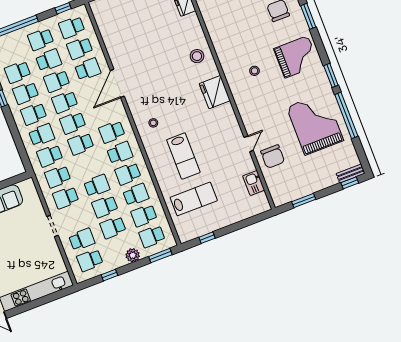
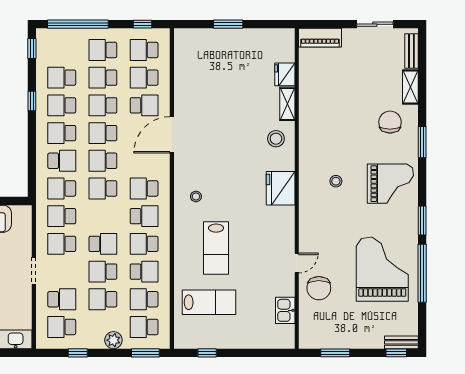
shelving: (195, 27) -> (287, 104), added
school desk: (49, 60) -> (103, 78), turned 180

